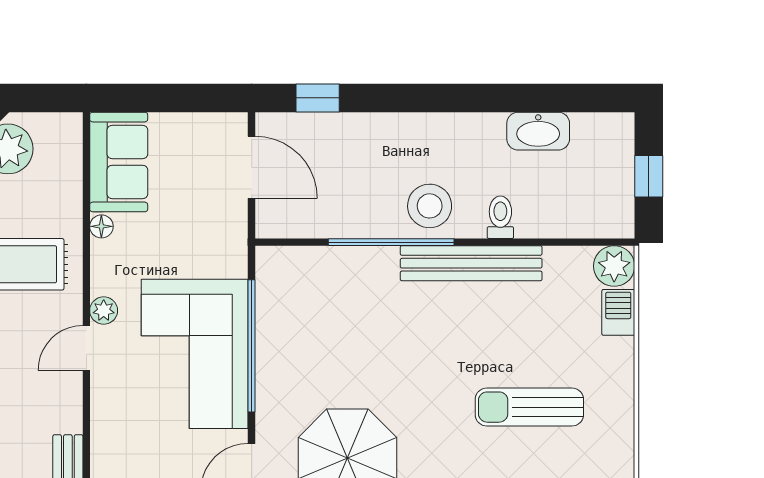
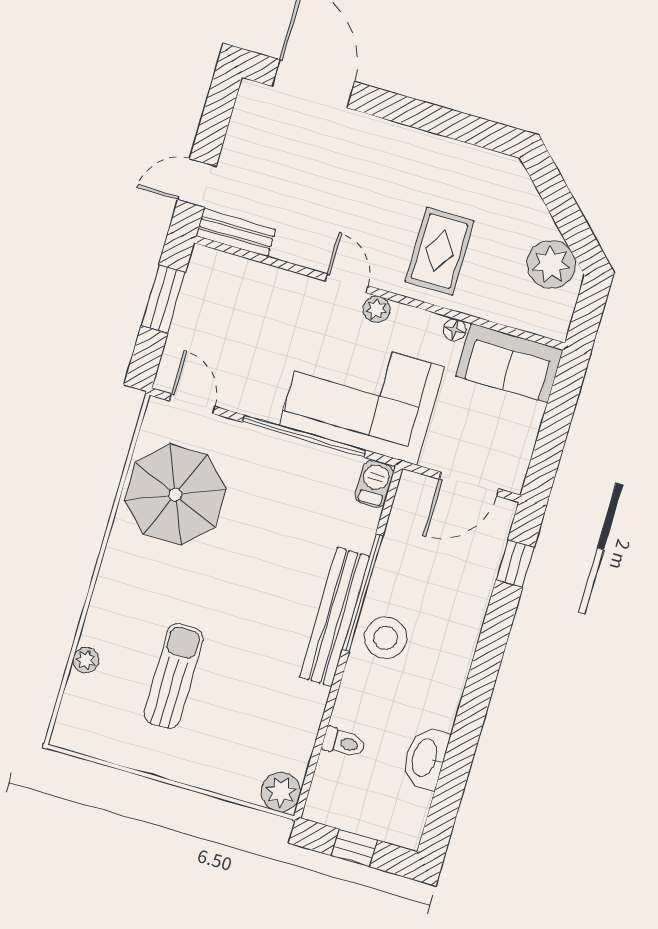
toilet: (500, 217) -> (344, 743), moved
bench: (471, 263) -> (335, 617), moved
barbecue: (618, 312) -> (374, 484), moved, turned -90
corner sofa: (195, 354) -> (362, 396), moved

